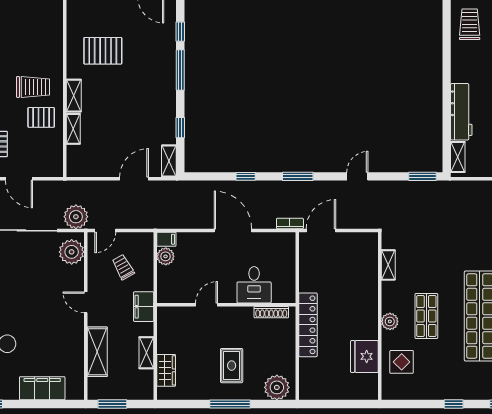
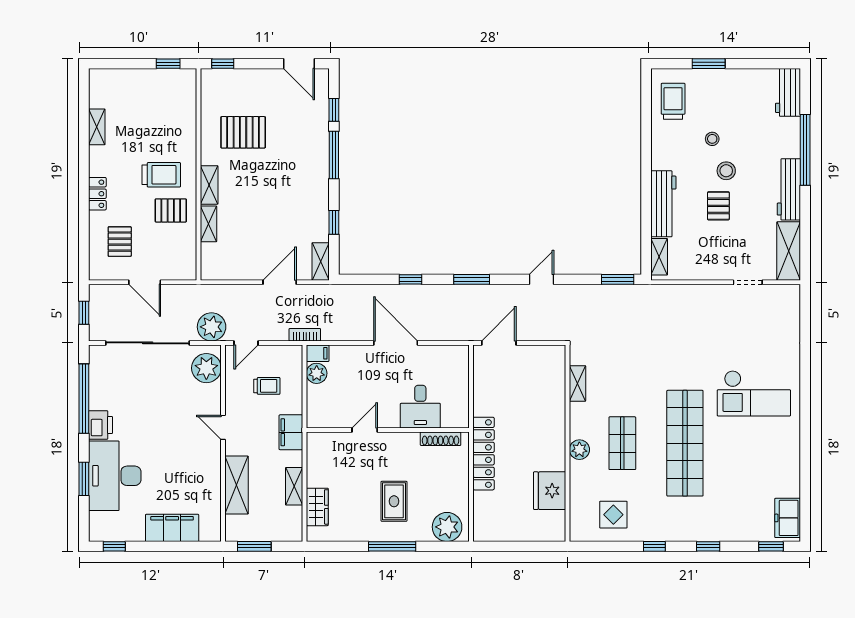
bookcase: (290, 223) -> (305, 335), moved
trolley: (123, 267) -> (267, 386), turned 119
display table: (402, 362) -> (613, 515), moved

